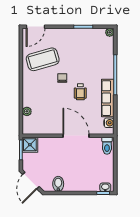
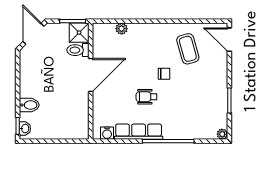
coffee table: (43, 59) -> (188, 49), width x0.73, depth x0.76
door: (76, 136) -> (91, 75), moved
toilet: (107, 146) -> (78, 50), moved
door: (31, 181) -> (33, 34), hinge flipped
bidet: (58, 184) -> (29, 105), moved

